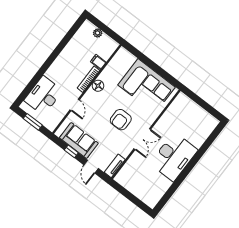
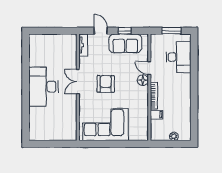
floor lamp: (98, 86) -> (143, 80), moved

